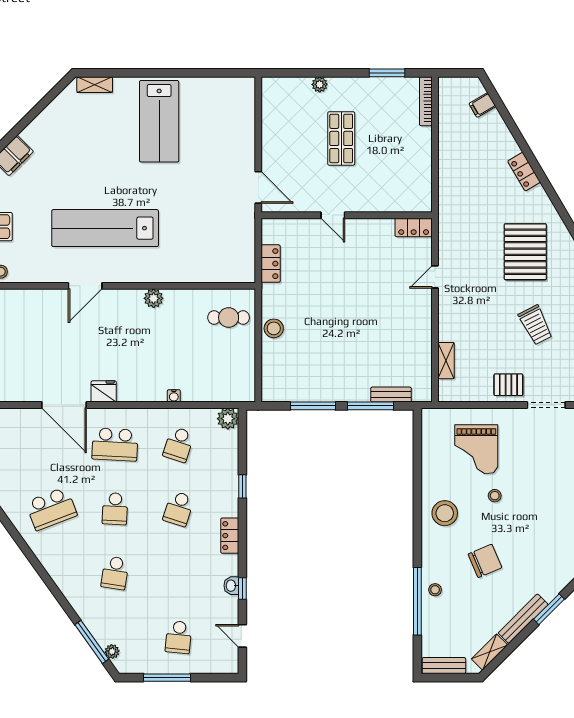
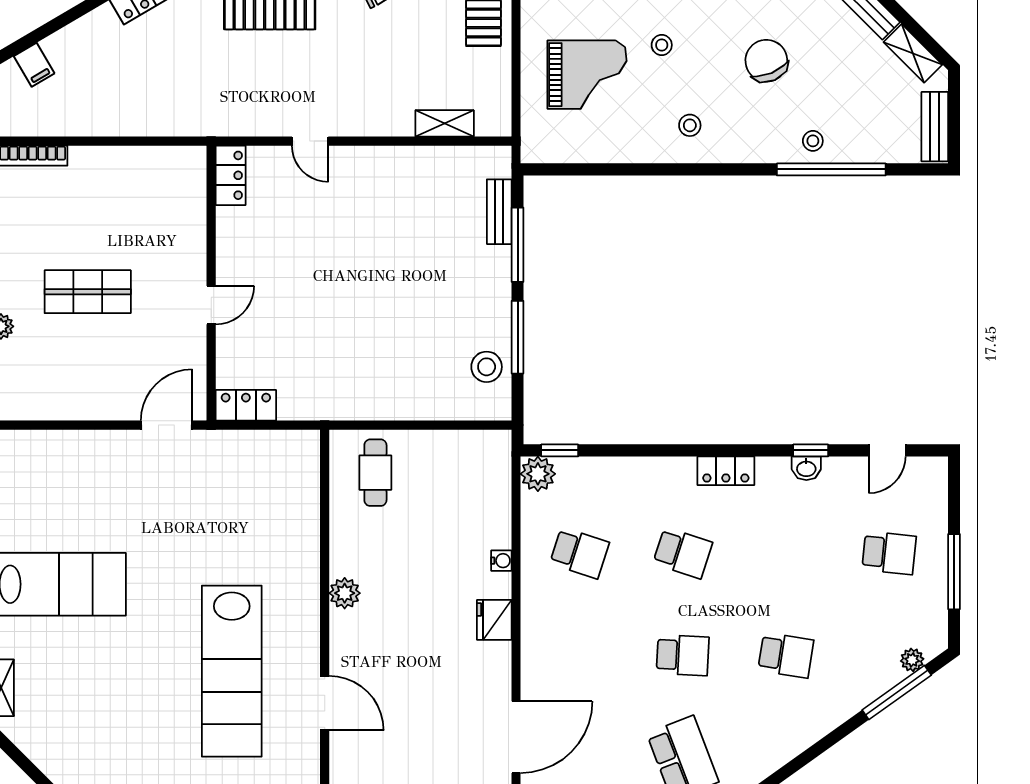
locker: (271, 264) -> (246, 405), moved
stool: (274, 328) -> (487, 367), moved
fridge: (104, 391) -> (494, 620), moved
school desk: (115, 445) -> (579, 655), removed
window: (242, 486) -> (560, 450), moved
stool: (445, 513) -> (690, 125), width x0.53, depth x0.53

